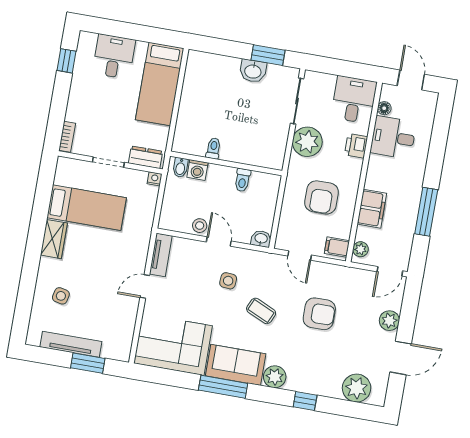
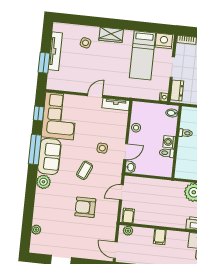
washing machine: (197, 170) -> (169, 142), moved
nightstand: (66, 173) -> (164, 41), added
armchair: (322, 197) -> (159, 204), removed
filing cabinet: (372, 209) -> (160, 237), width x0.50
wardrobe: (54, 239) -> (111, 35), moved
door: (219, 241) -> (126, 152), moved
door: (145, 286) -> (95, 96), hinge flipped
armchair: (319, 314) -> (85, 207), turned 90
plant: (389, 321) -> (84, 252), removed
plant: (357, 388) -> (36, 230), width x0.53, depth x0.53
window: (305, 401) -> (39, 114), moved

